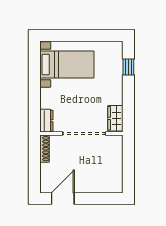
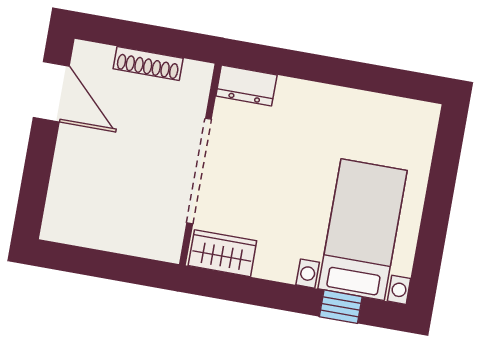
bed with nightstands: (67, 64) -> (363, 230), moved, turned 180
shoe rack: (45, 149) -> (148, 63), moved

